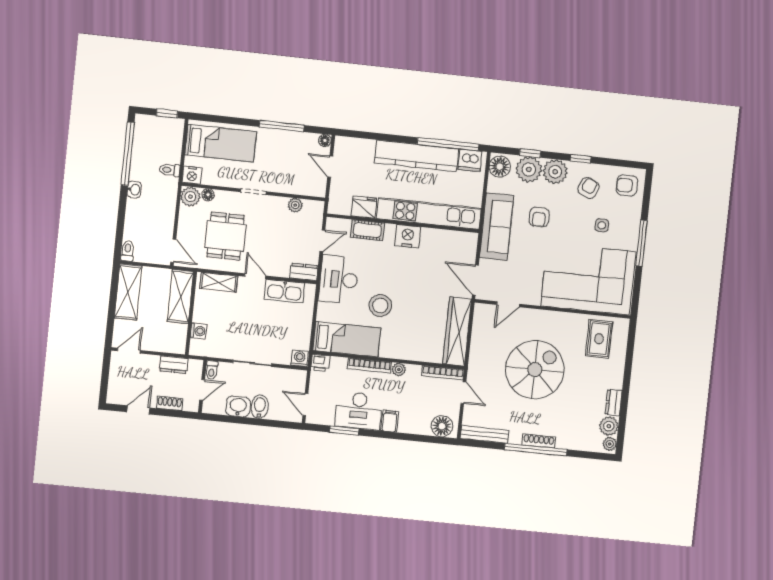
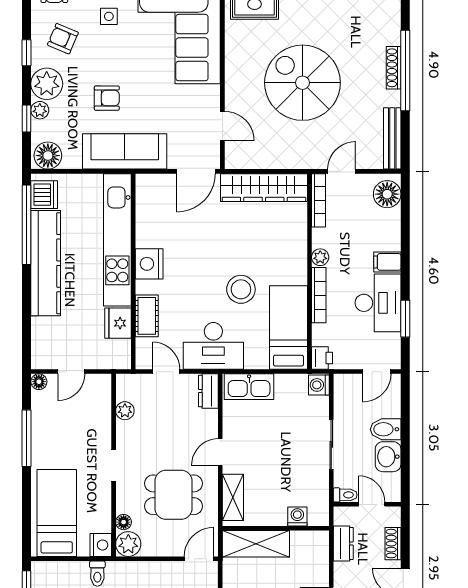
plant: (529, 169) -> (40, 110), width x0.53, depth x0.53
kitchen sink: (284, 291) -> (249, 387), moved, turned 90

